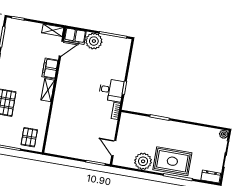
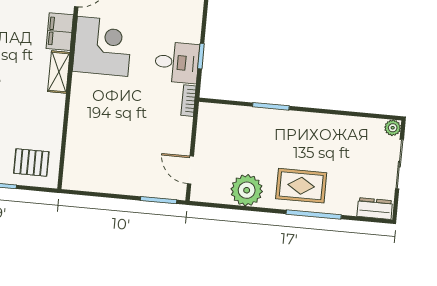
corner desk: (72, 78) -> (103, 46), added
pallet: (29, 137) -> (31, 162), turned 90
rug: (172, 161) -> (301, 186), width x0.73, depth x0.70

